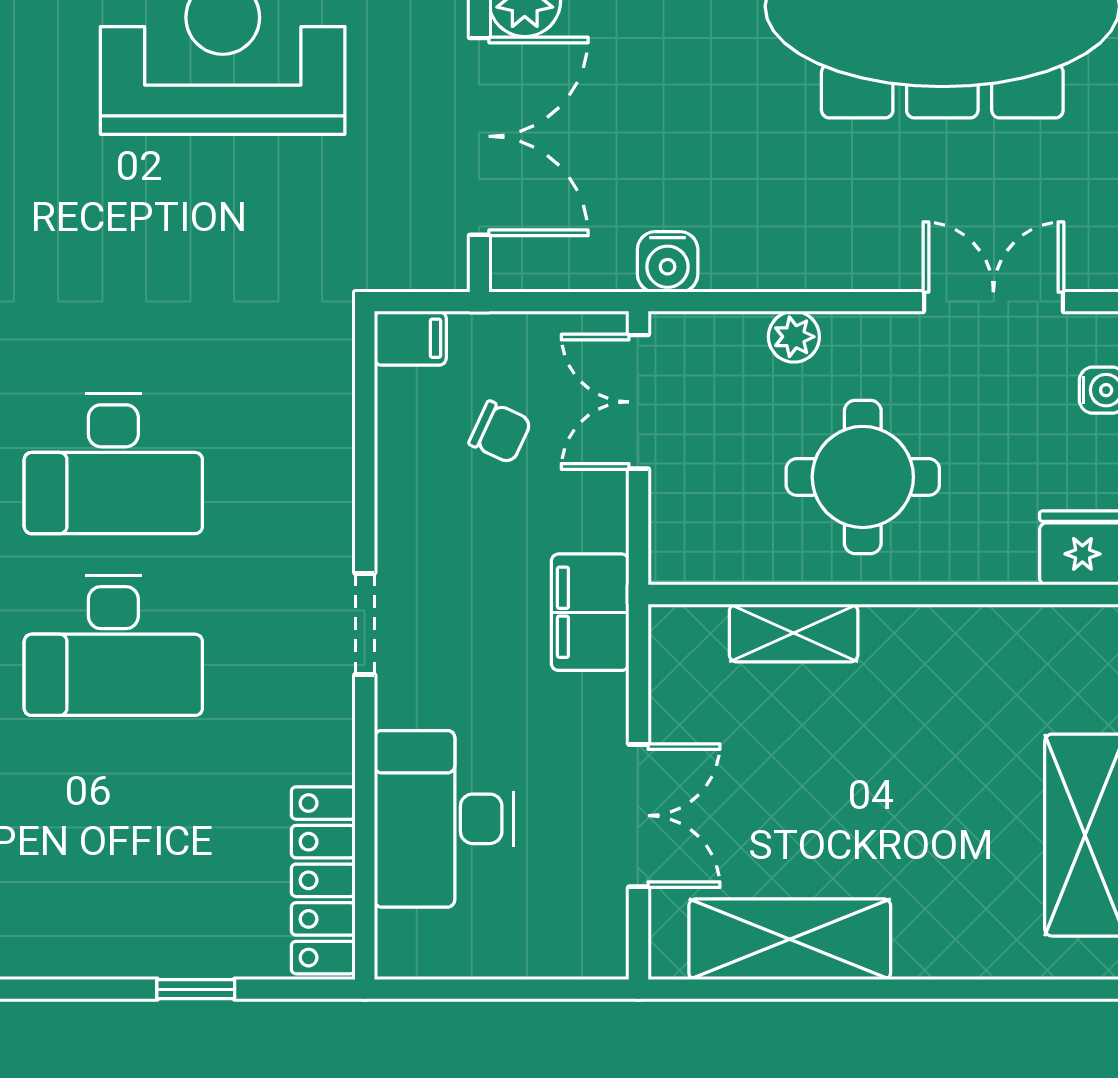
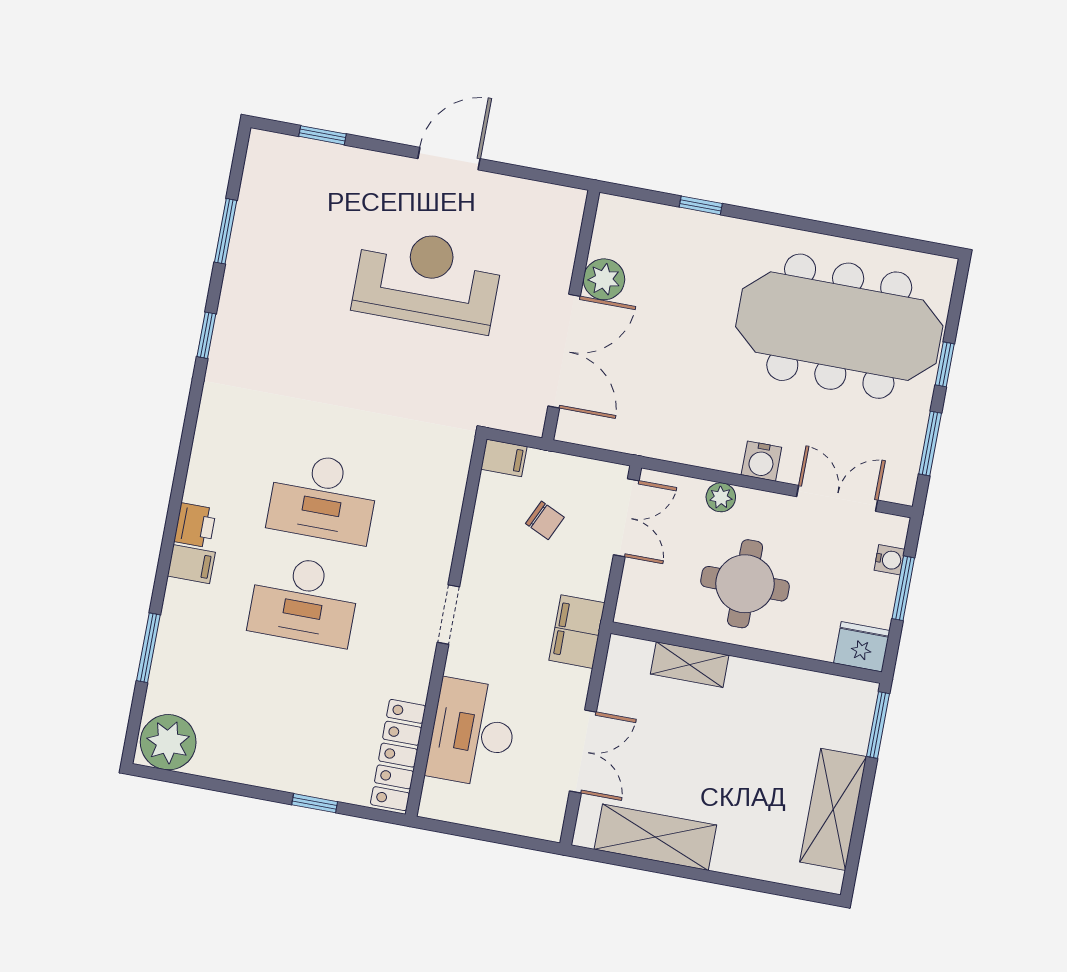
water cooler: (668, 262) -> (761, 461), moved
double door: (638, 402) -> (626, 518), swing flipped

